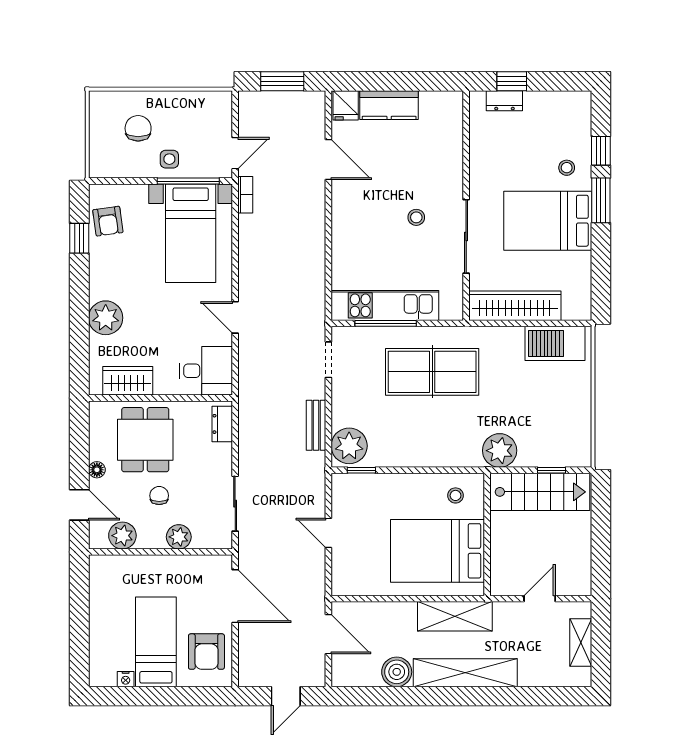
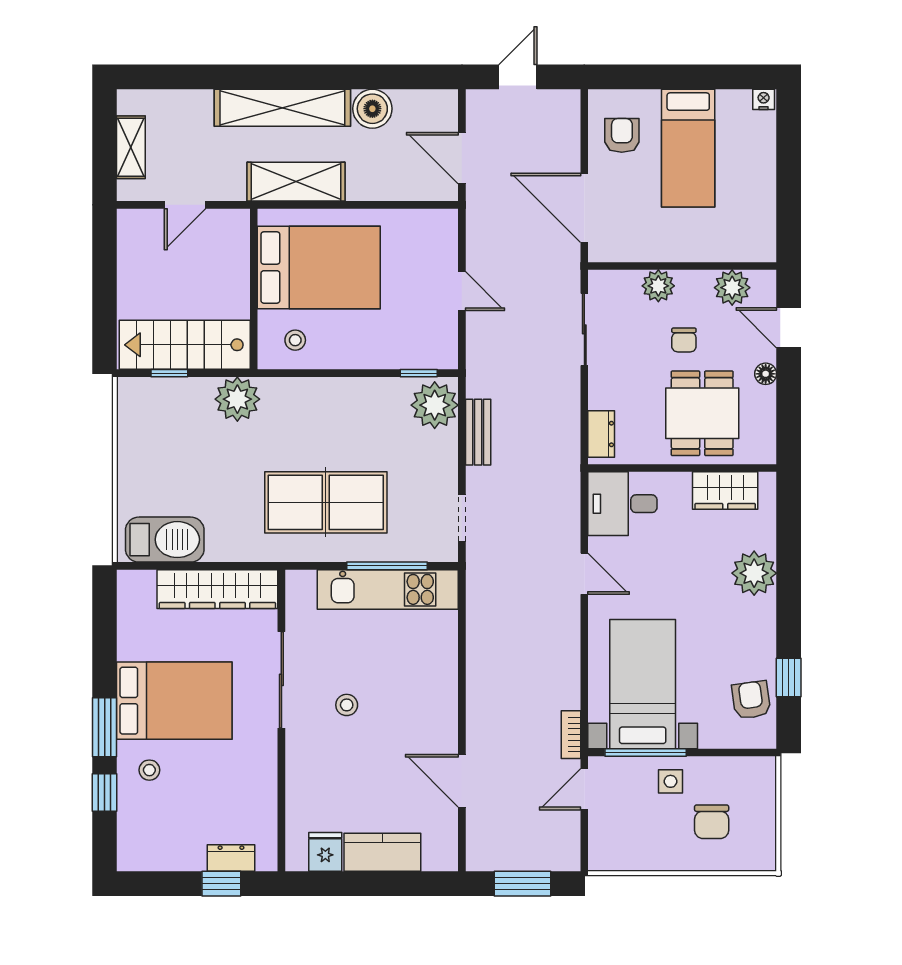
fridge: (346, 105) -> (325, 852), moved
armchair: (206, 652) -> (622, 135), width x0.72, depth x0.72
nightstand: (126, 679) -> (764, 99), moved

